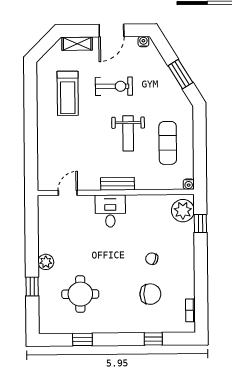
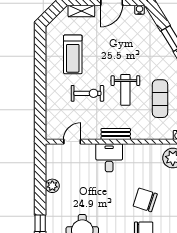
exercise bike: (114, 86) -> (87, 93), moved
chair: (152, 259) -> (145, 200), width x1.87, depth x1.87
plant: (46, 262) -> (52, 186), moved

